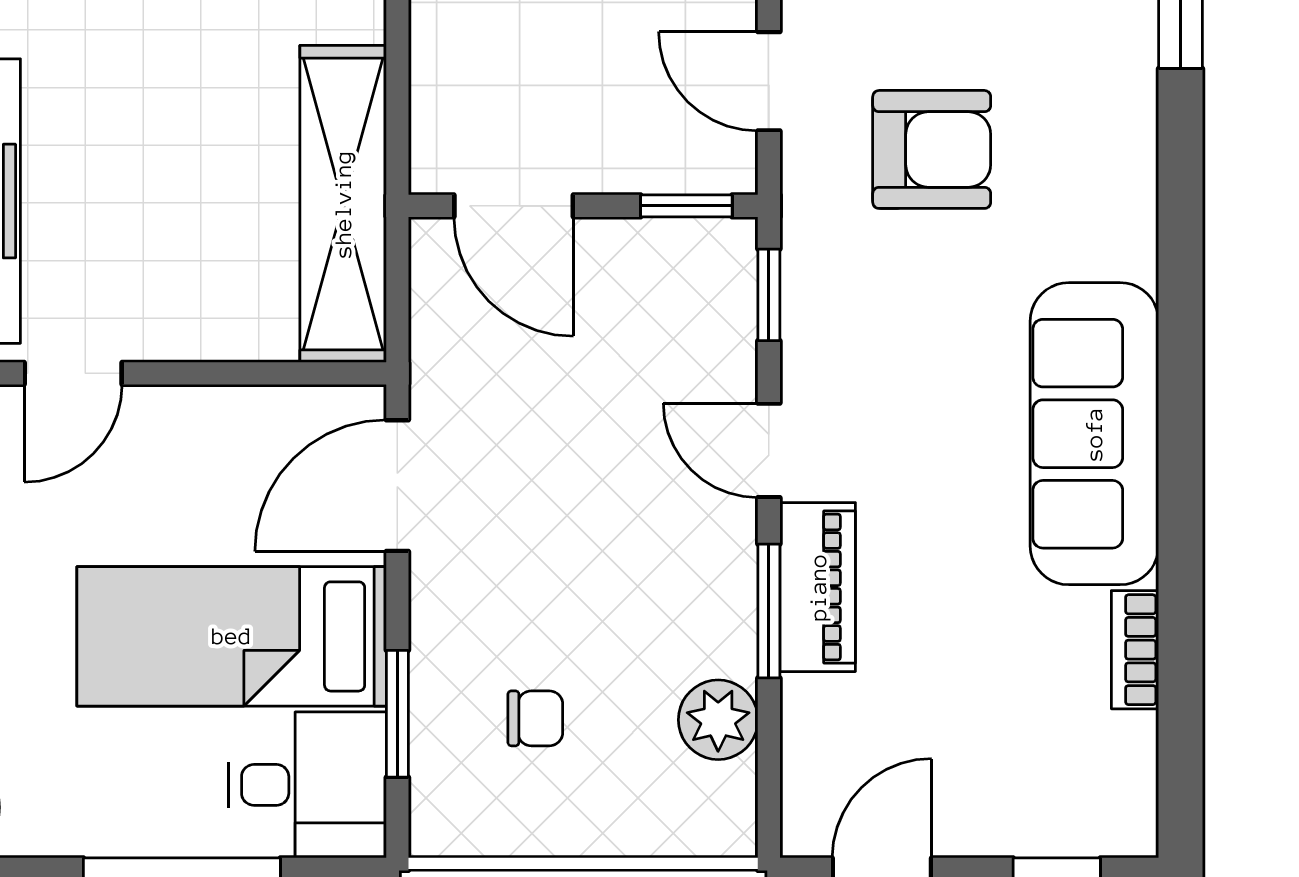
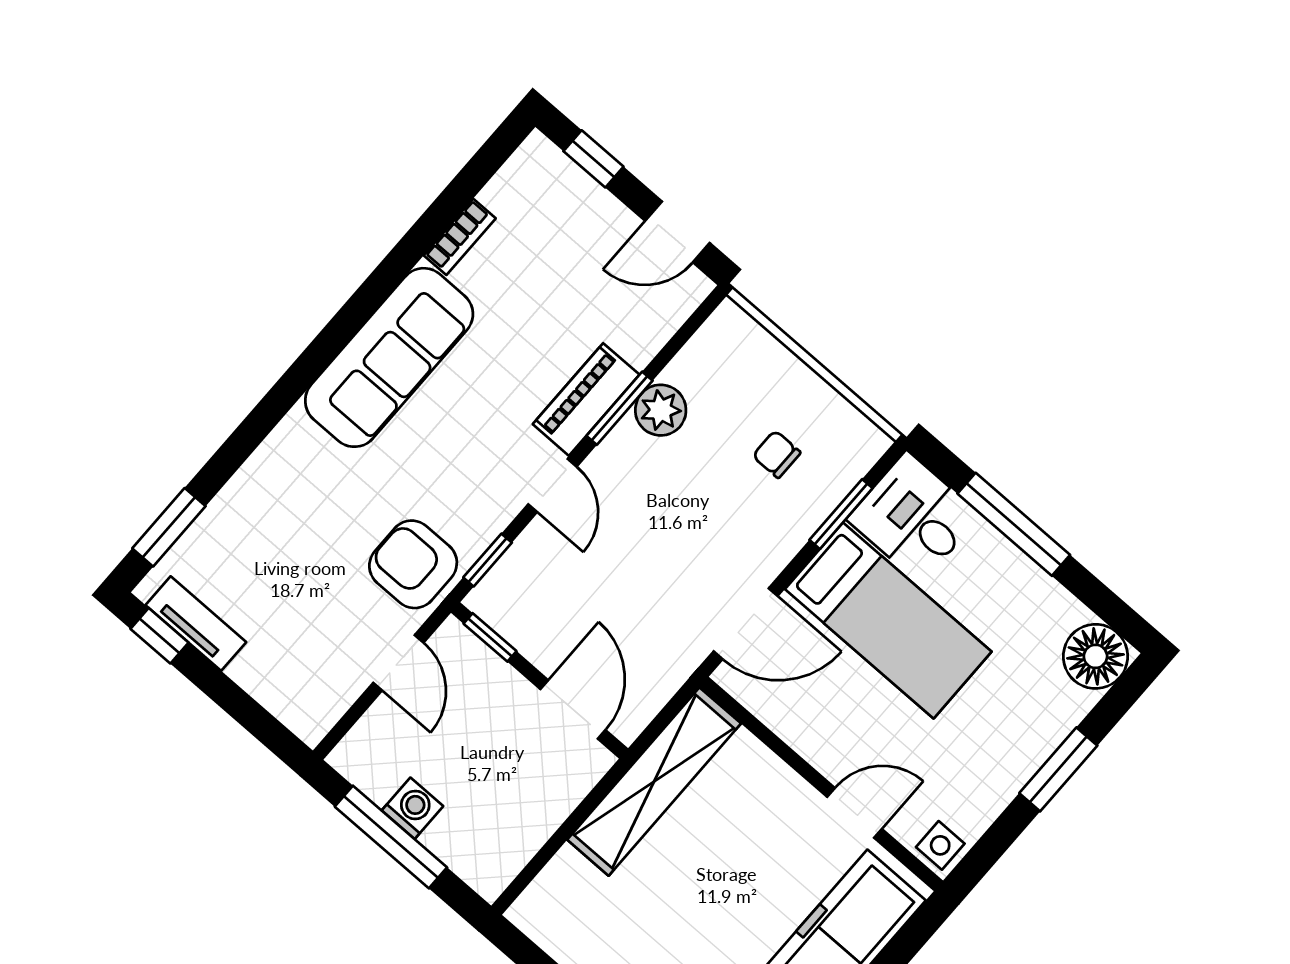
armchair: (932, 149) -> (413, 564), moved
plant: (718, 720) -> (661, 410), moved

